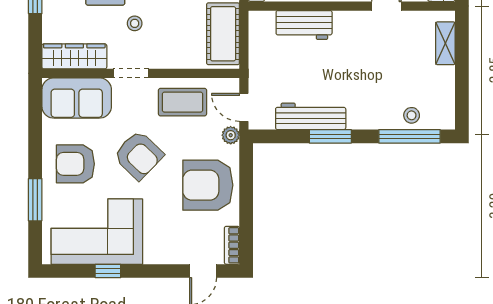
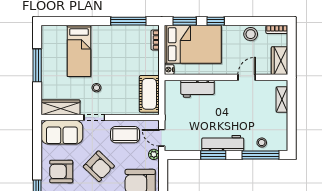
workbench: (311, 116) -> (223, 143), moved

